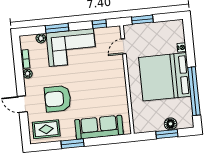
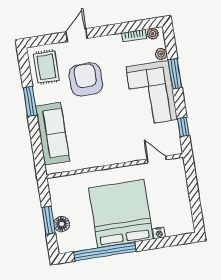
window: (142, 20) -> (192, 181), removed
plant: (28, 74) -> (153, 34), moved

